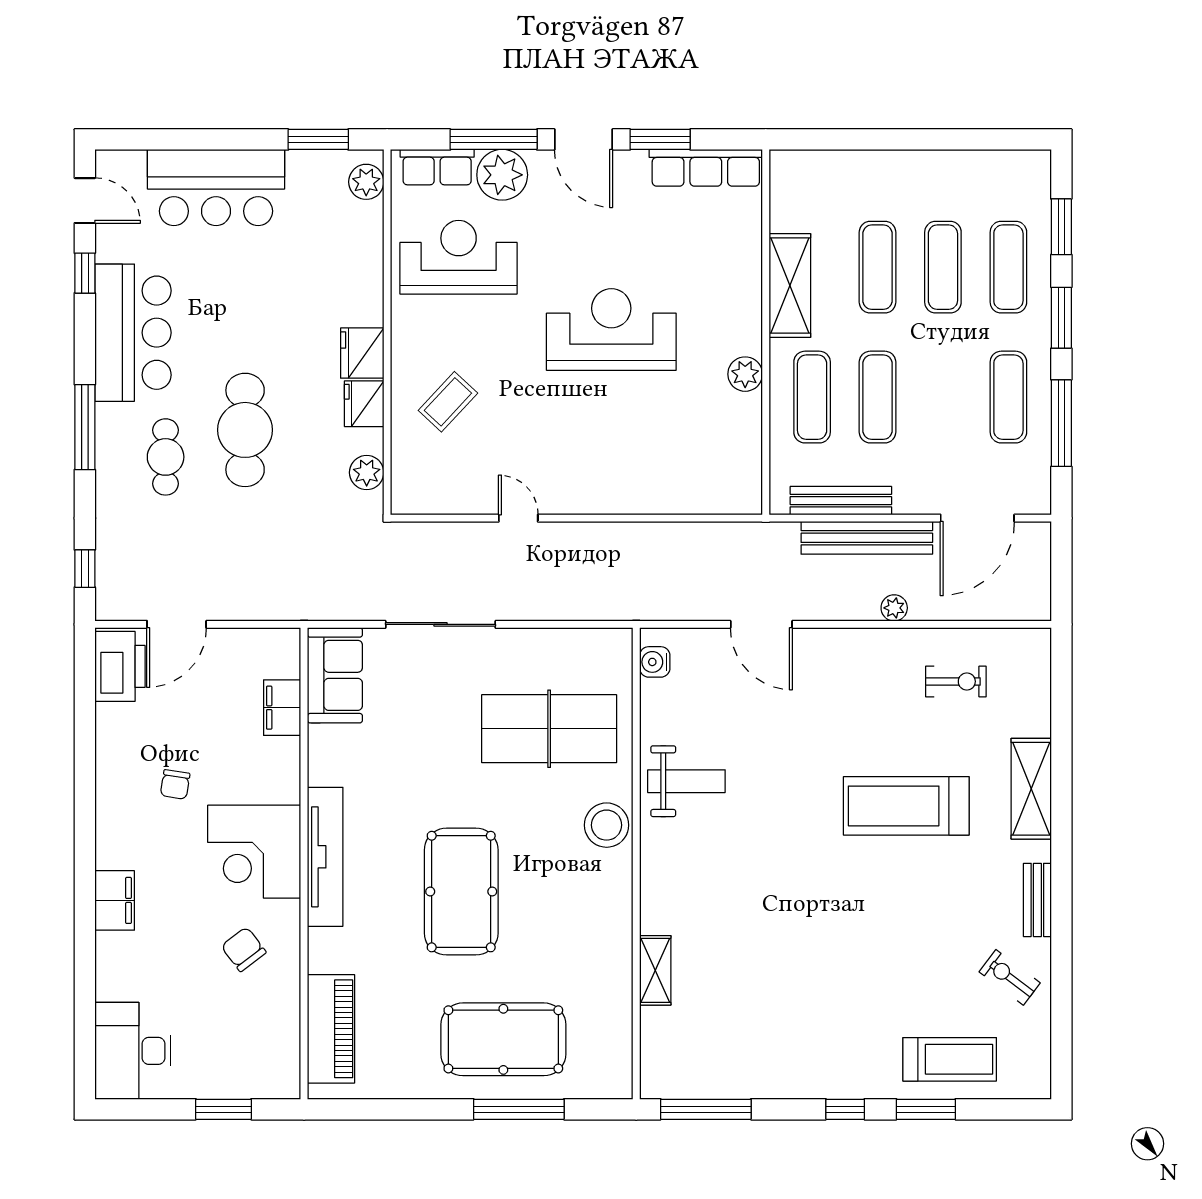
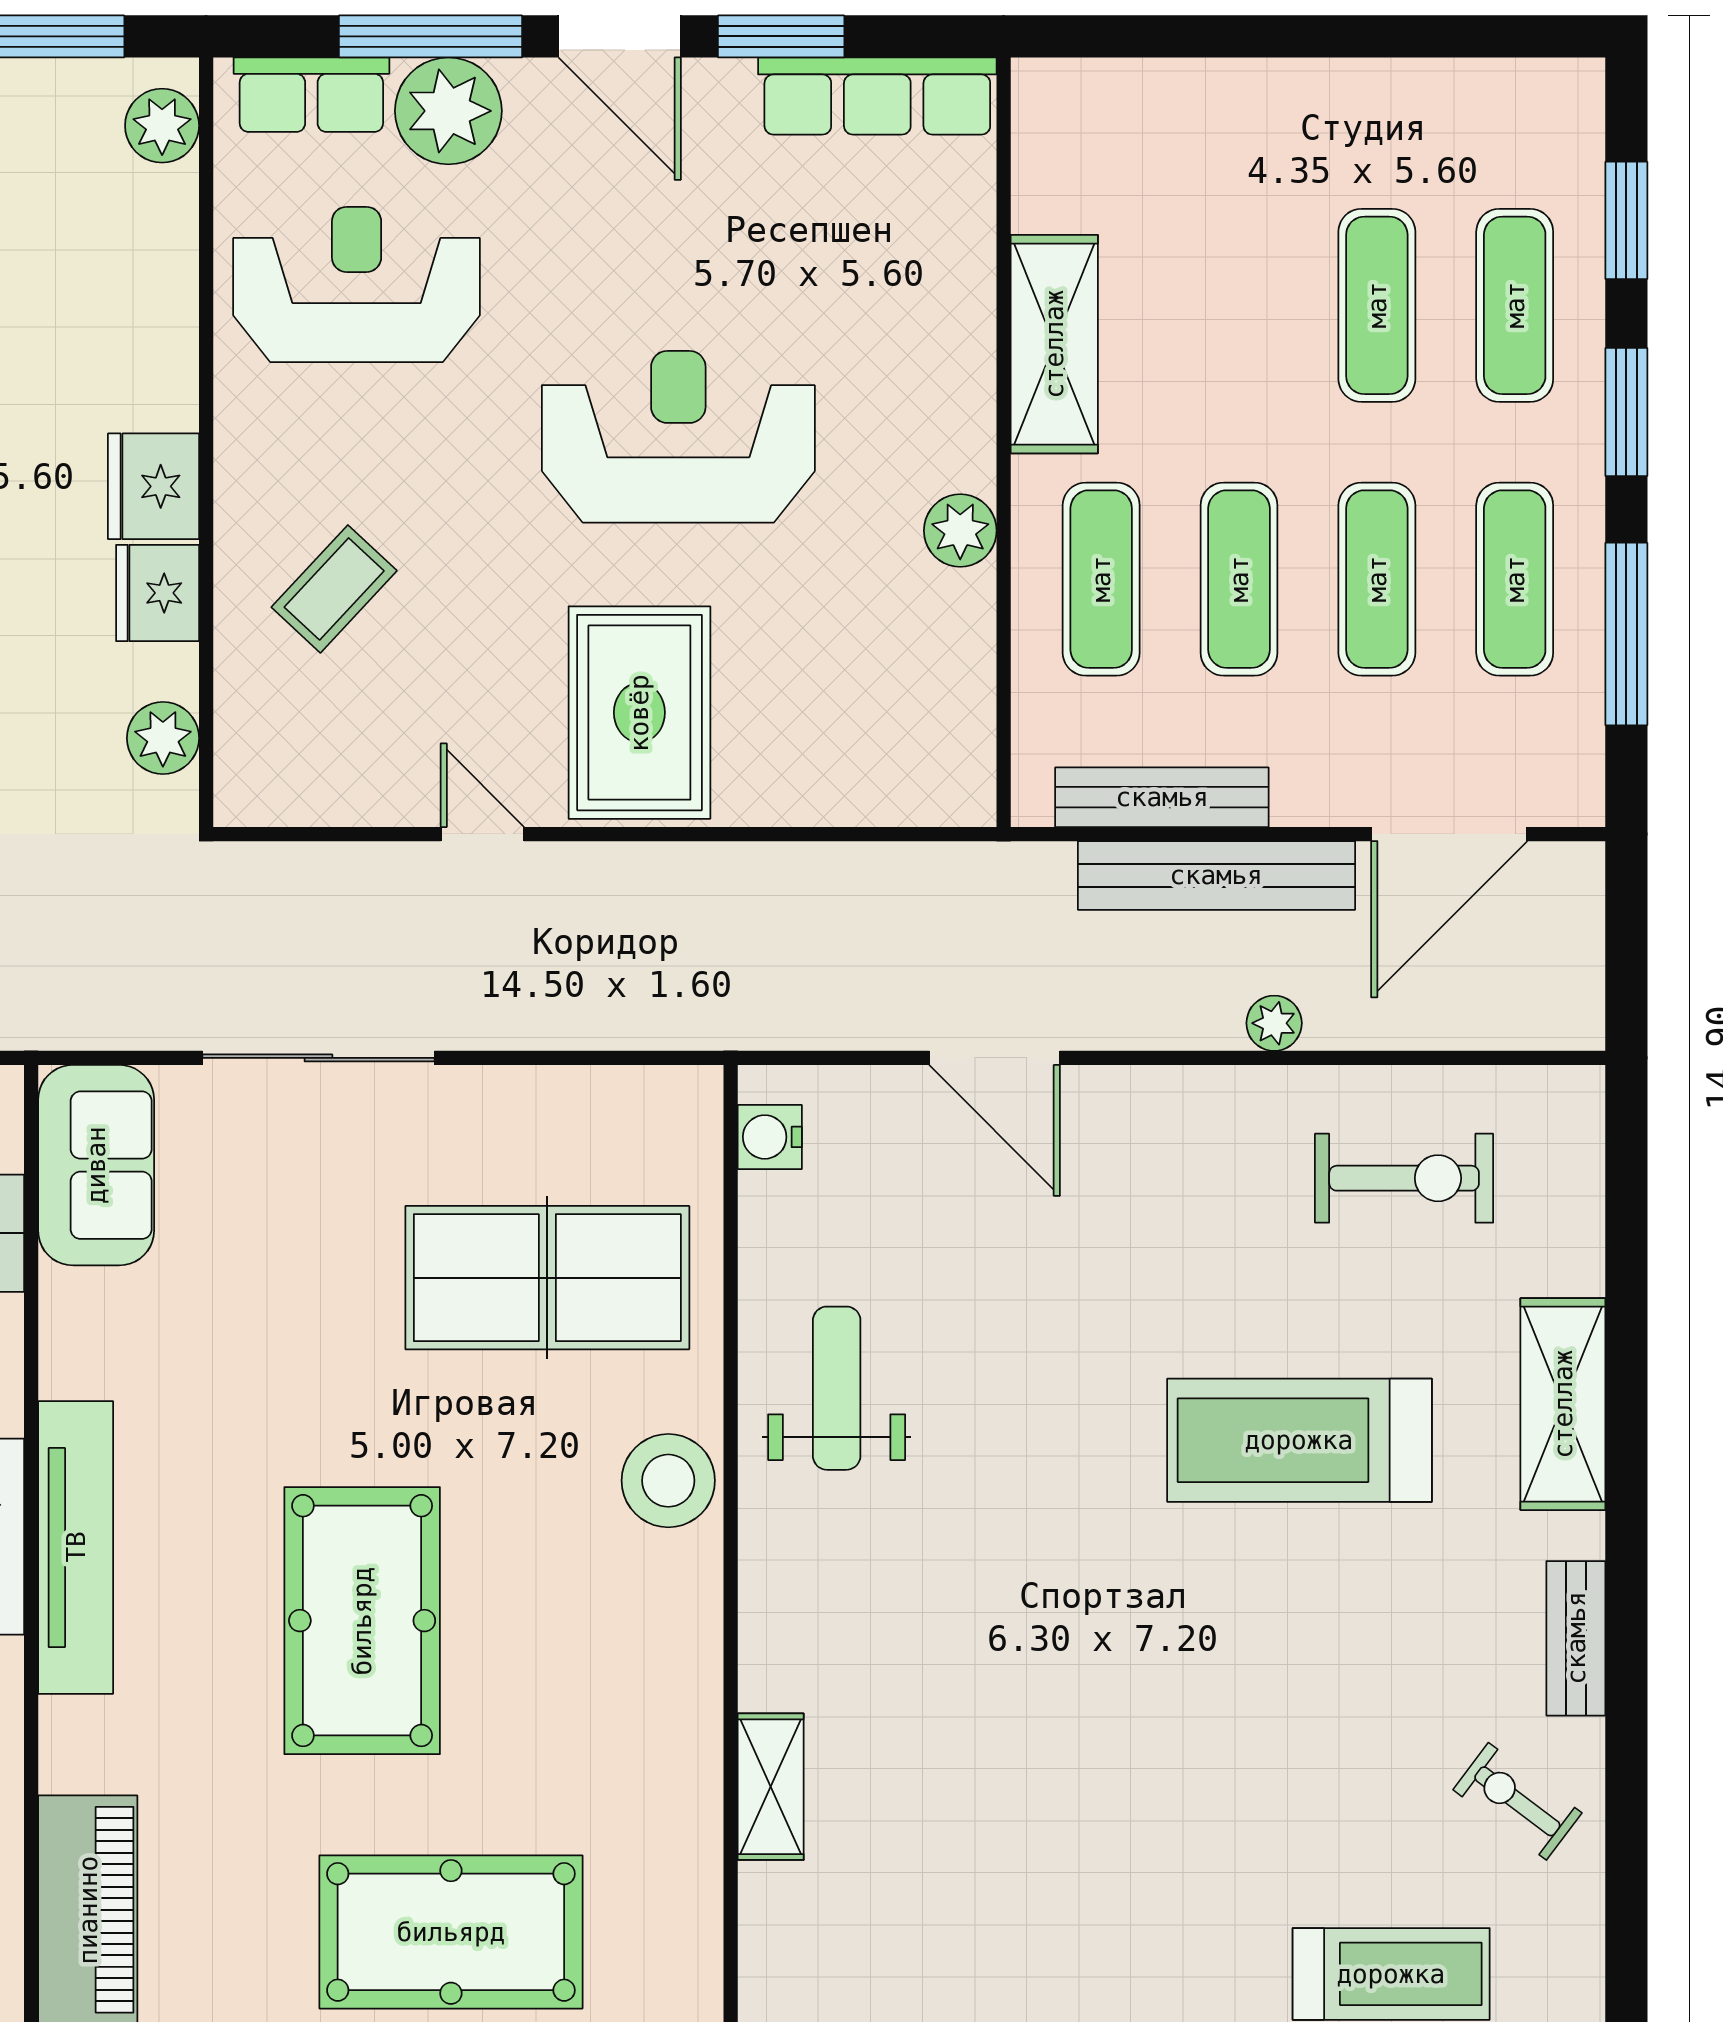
exercise mat: (878, 267) -> (1377, 579), moved
rug: (593, 460) -> (639, 713), added
exercise bike: (956, 681) -> (1404, 1178), width x1.38, depth x1.39
weight bench: (686, 781) -> (837, 1388), turned -90

